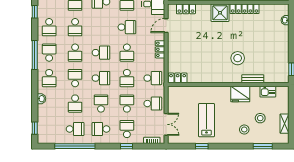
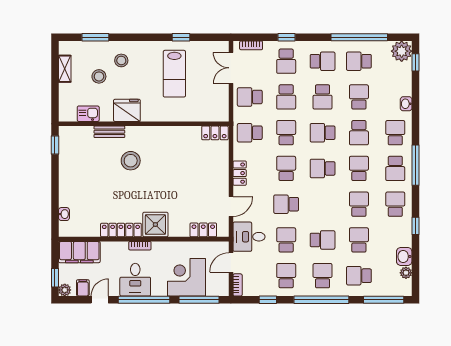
plant: (45, 136) -> (402, 51), added

